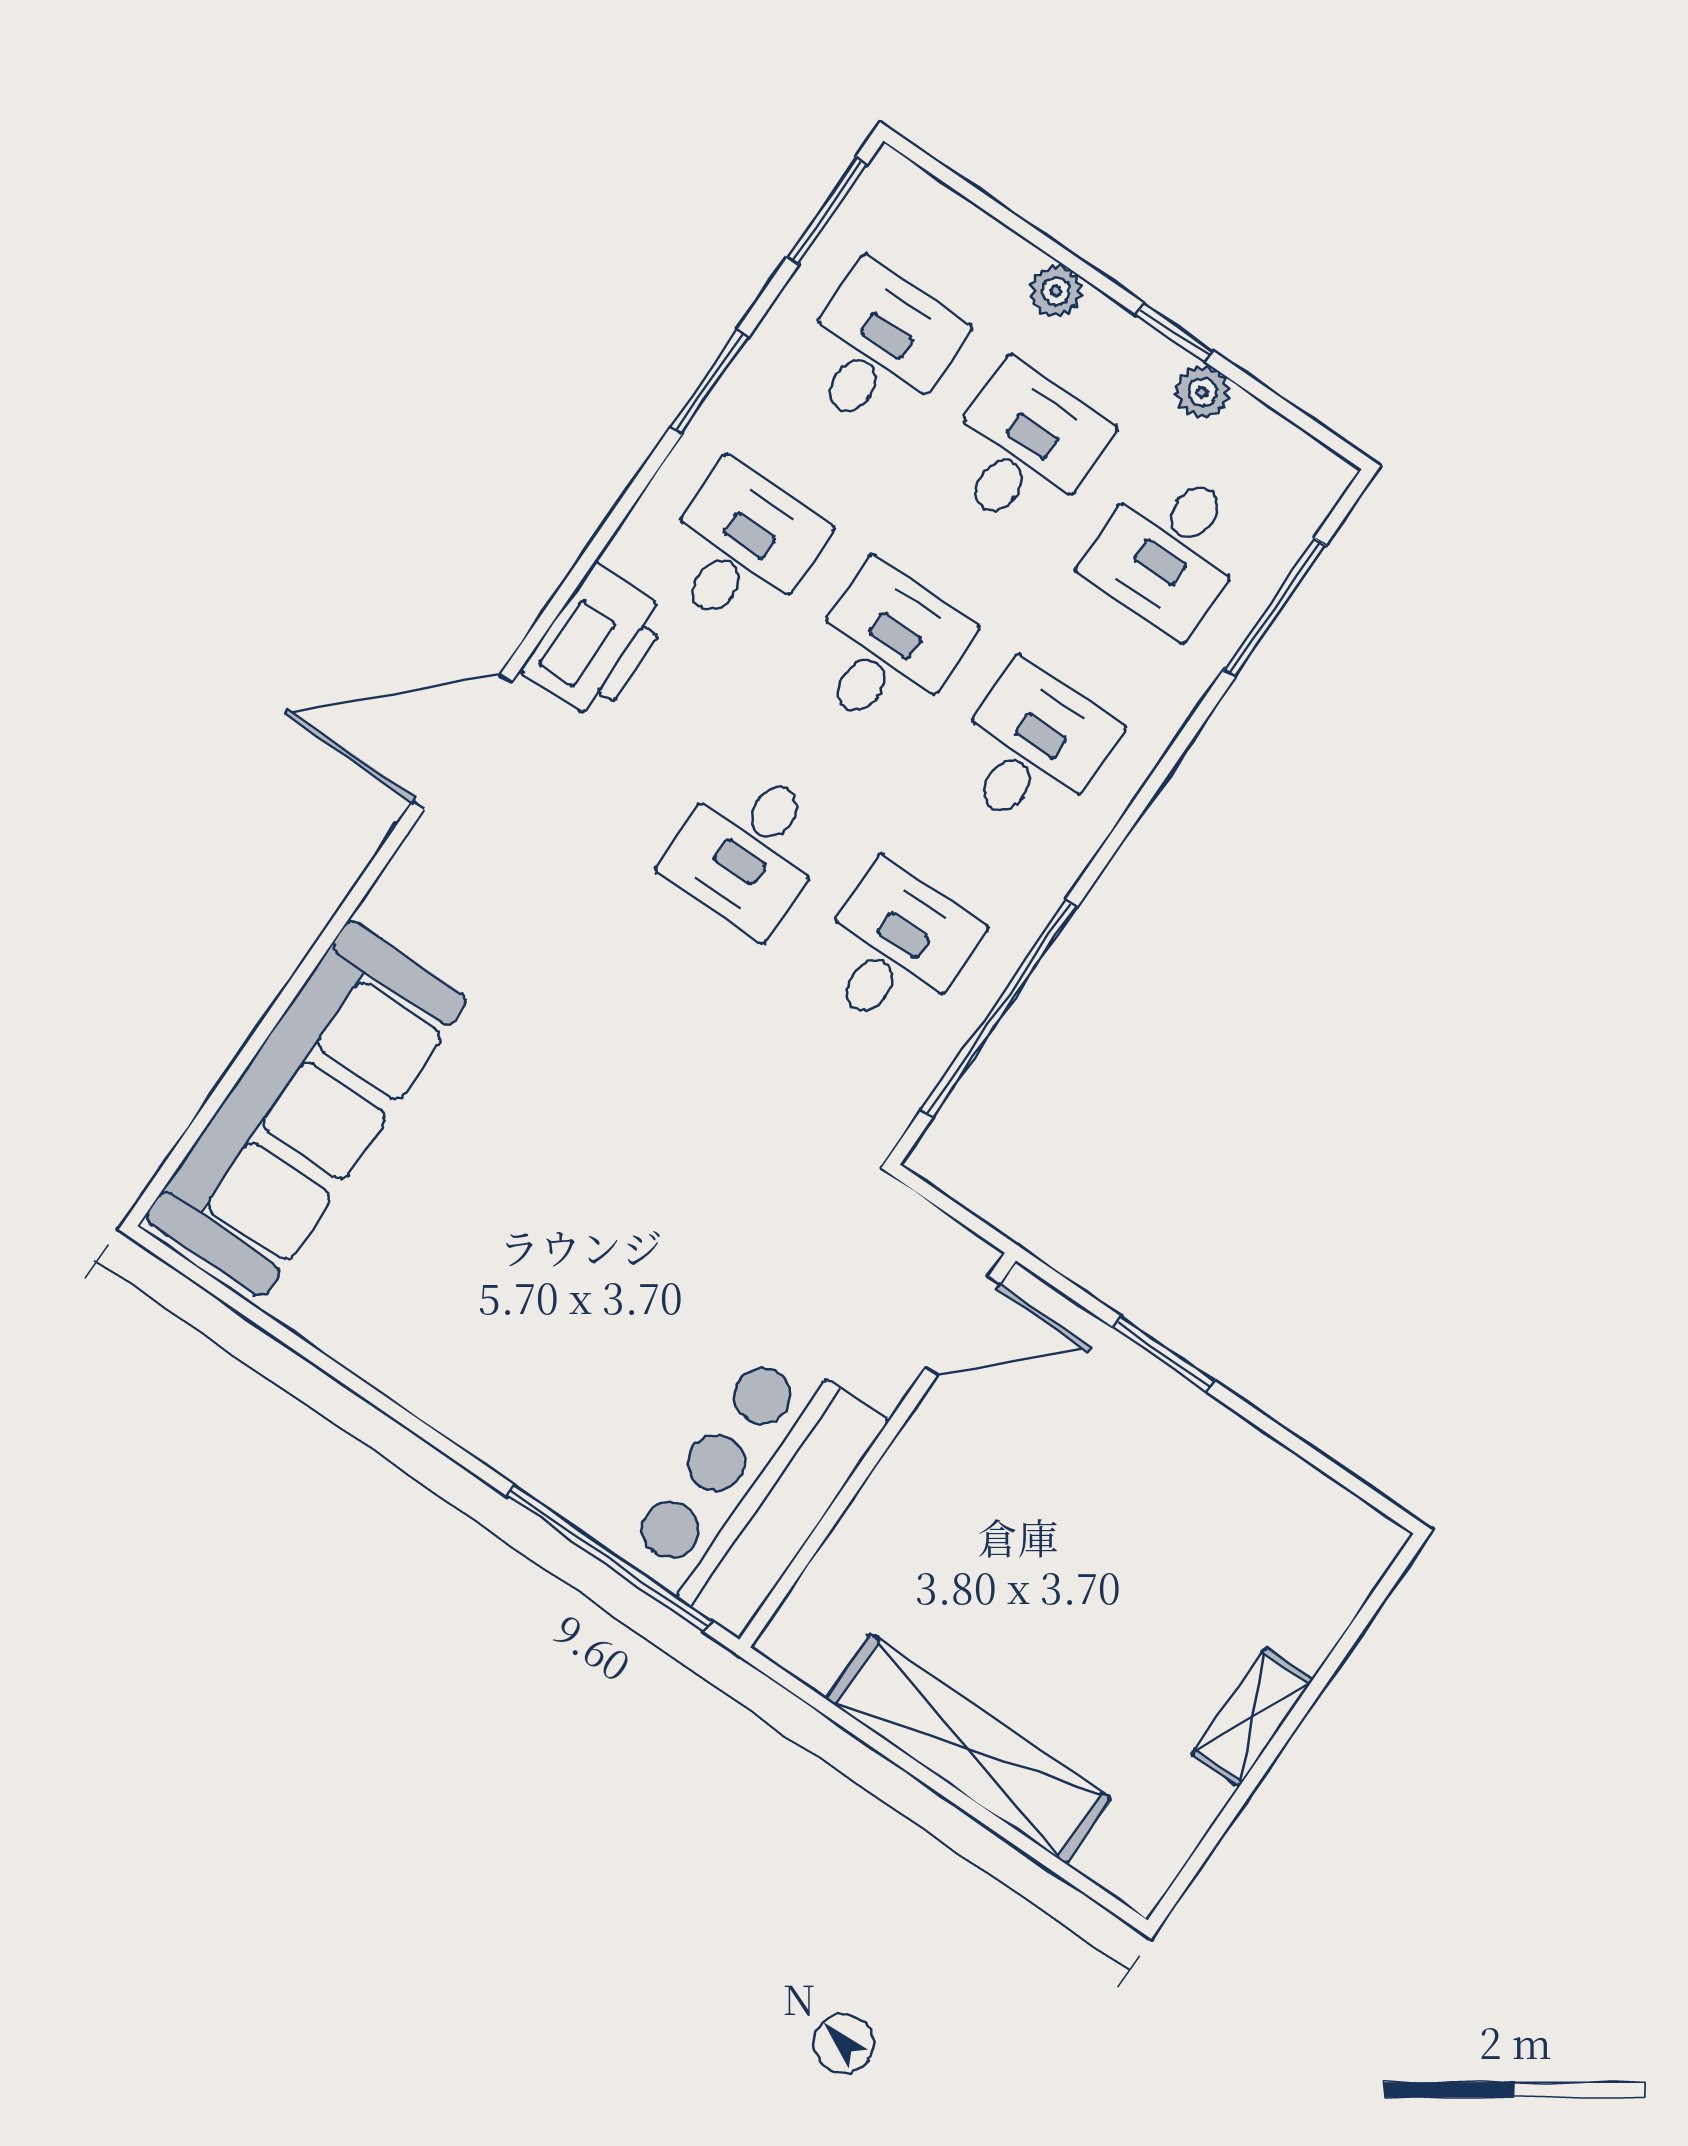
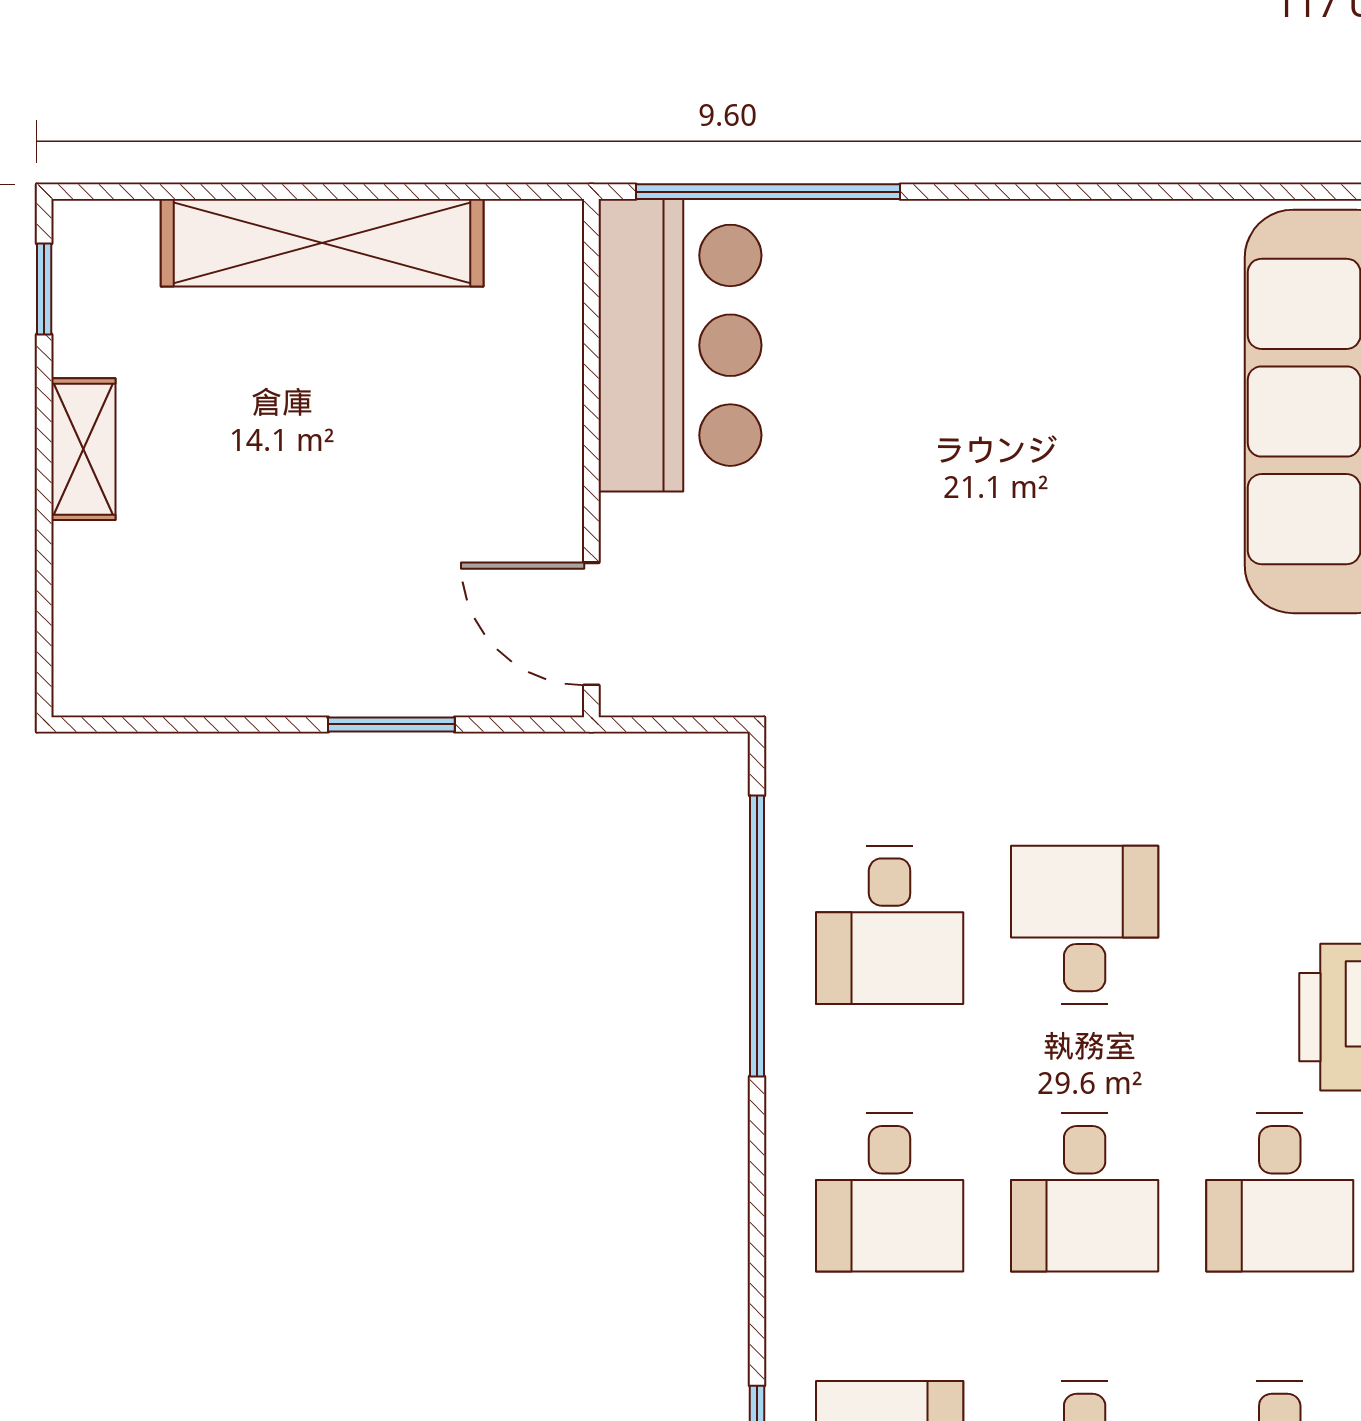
door: (963, 1326) -> (591, 624), hinge flipped
window: (1199, 1857) -> (44, 289), added

